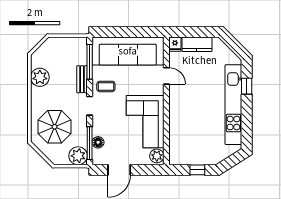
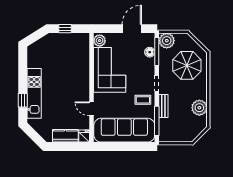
kitchen unit: (233, 105) -> (34, 93), width x0.73

